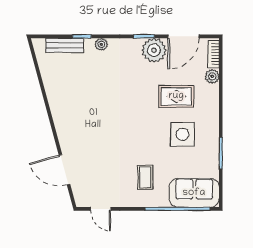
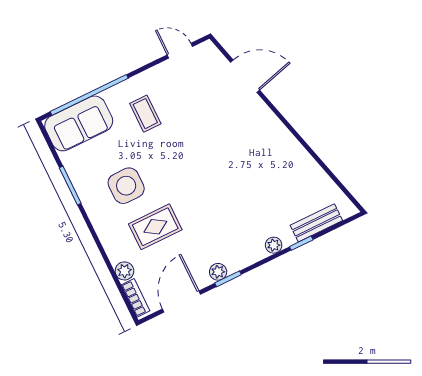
plant: (154, 50) -> (218, 272), width x0.53, depth x0.53

